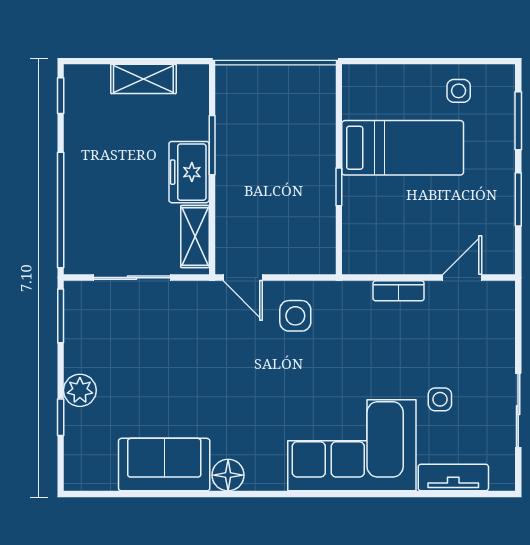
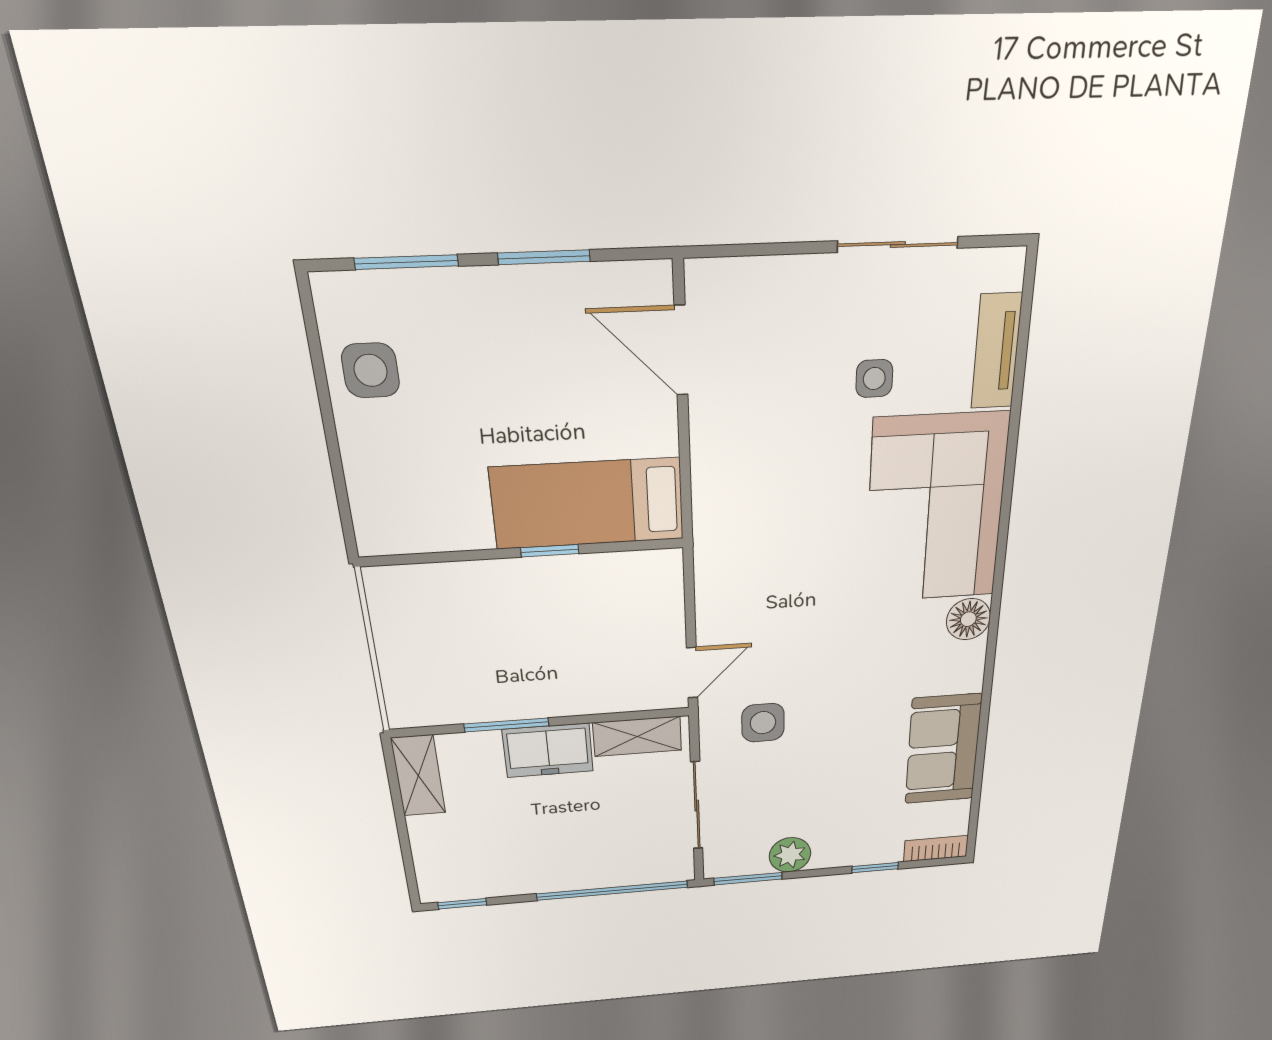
shelving: (143, 79) -> (418, 776), moved
side table: (459, 91) -> (371, 370), width x1.37, depth x1.37
bed: (403, 148) -> (588, 504), moved, turned -90
door: (462, 278) -> (681, 351), width x1.38
bookcase: (399, 291) -> (936, 849), moved, turned -90
side table: (295, 316) -> (763, 723), moved
plant: (80, 390) -> (790, 855), moved
floor lamp: (228, 475) -> (968, 619), moved

